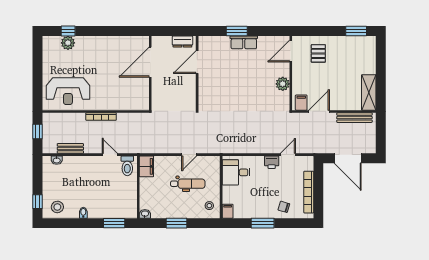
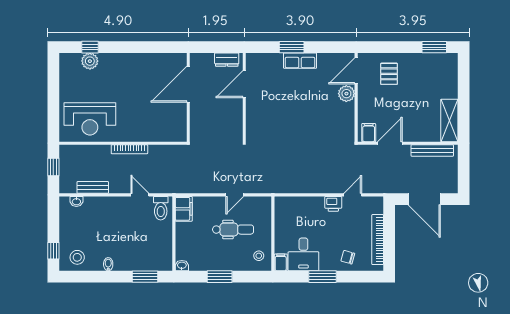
plant: (283, 84) -> (346, 94), moved
desk: (236, 172) -> (303, 254), moved, turned -90

